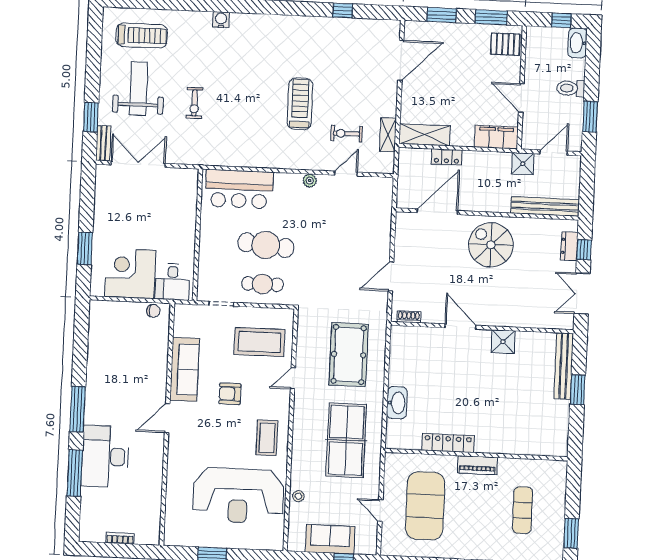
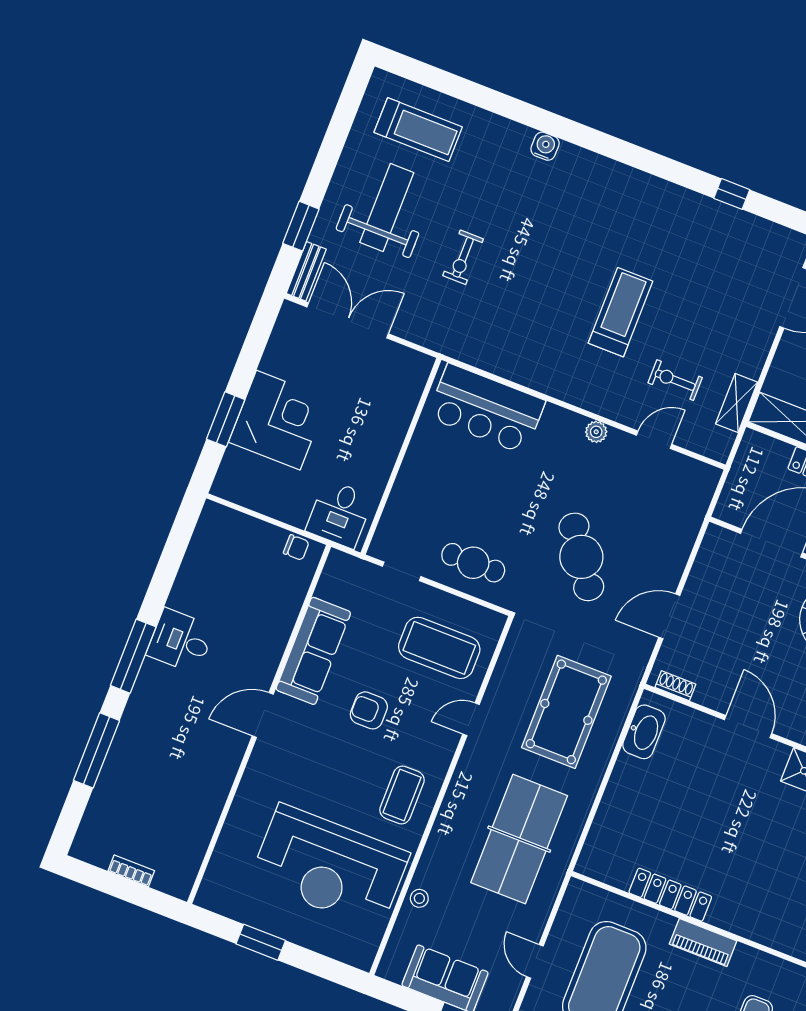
cafe table: (266, 245) -> (581, 557), moved, turned 49
corner desk: (130, 273) -> (278, 420), moved, turned 90
washbasin: (397, 403) -> (644, 732), moved
desk: (105, 456) -> (181, 641), moved, width x0.53, depth x0.77

